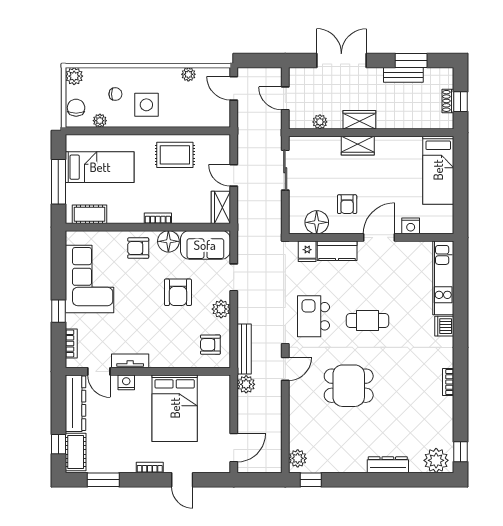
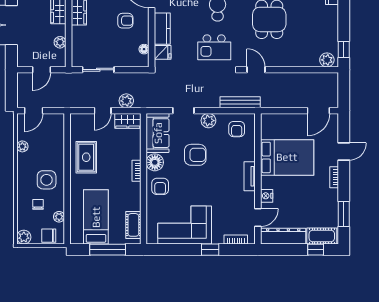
floor lamp: (317, 222) -> (144, 49), width x0.53, depth x0.53
tv unit: (130, 361) -> (250, 176), moved
plant: (246, 384) -> (126, 101), moved
door: (234, 448) -> (318, 111), swing flipped

